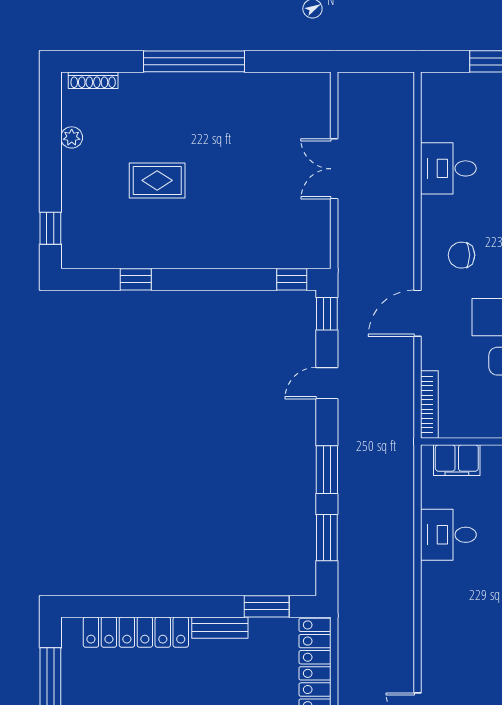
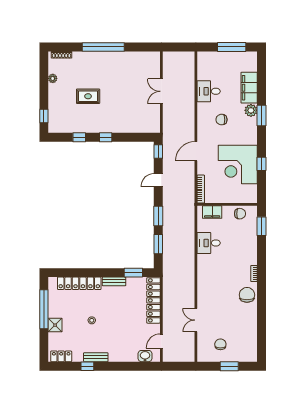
chair: (461, 255) -> (222, 120), moved
window: (292, 279) -> (106, 137), moved

